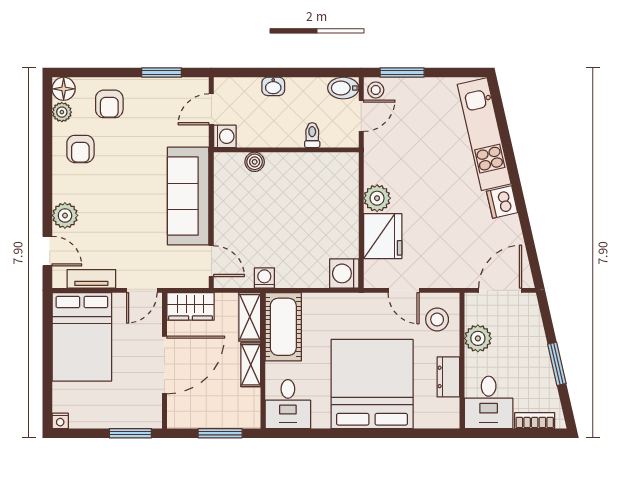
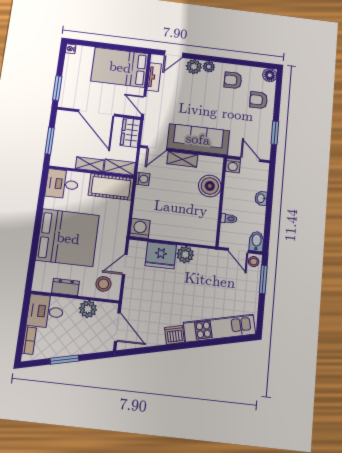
plant: (62, 112) -> (209, 67), moved
boiler: (255, 162) -> (210, 186), width x1.86, depth x1.86
shelving: (224, 218) -> (182, 159), added

